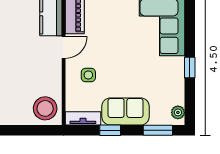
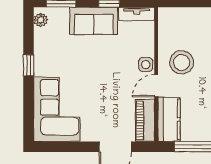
side table: (88, 75) -> (146, 65), moved
stool: (45, 108) -> (182, 62), moved

